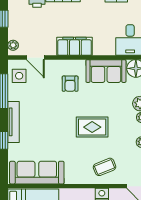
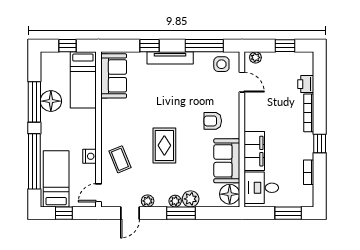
filing cabinet: (75, 46) -> (254, 151), moved
door: (35, 57) -> (242, 82), swing flipped
sofa: (37, 173) -> (114, 76), width x0.73

